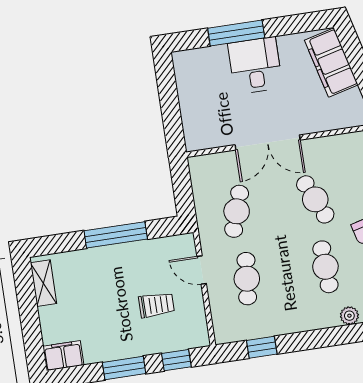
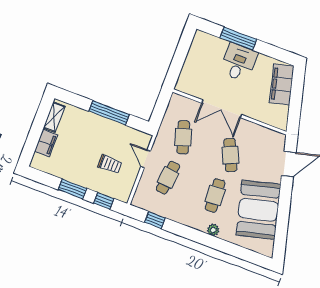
cafe table: (237, 211) -> (183, 137), turned -36
filing cabinet: (63, 356) -> (46, 143), moved, turned 90

